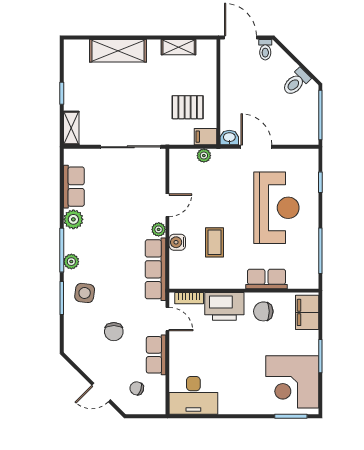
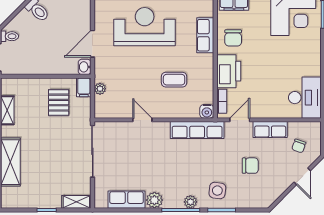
plant: (159, 229) -> (163, 127), removed
water cooler: (177, 242) -> (207, 111), moved

